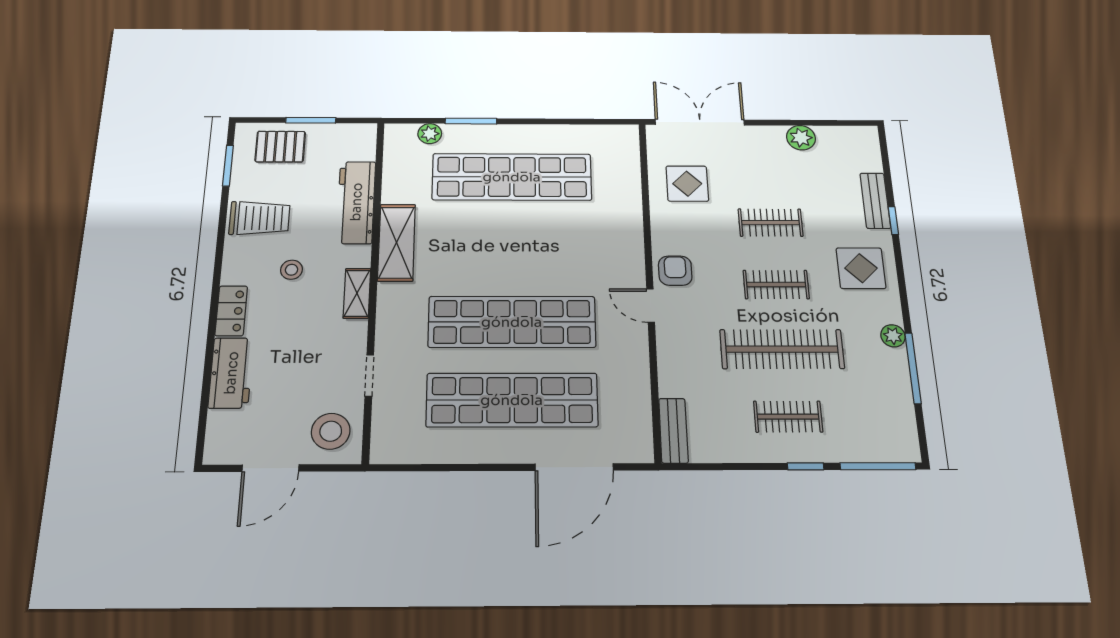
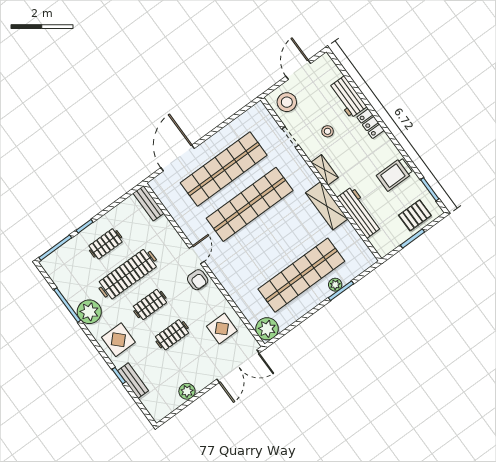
plant: (430, 134) -> (335, 285), moved
plant: (619, 142) -> (267, 329), added
stool: (292, 270) -> (328, 131), moved
door: (651, 306) -> (197, 255), hinge flipped
plant: (893, 336) -> (89, 312), width x1.87, depth x1.87

